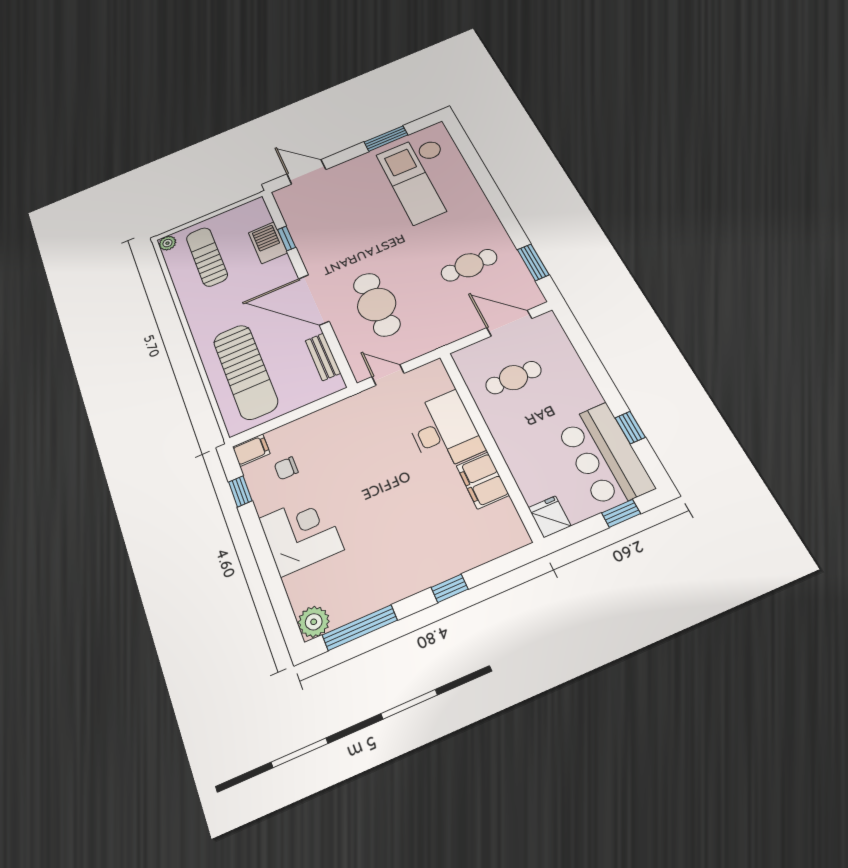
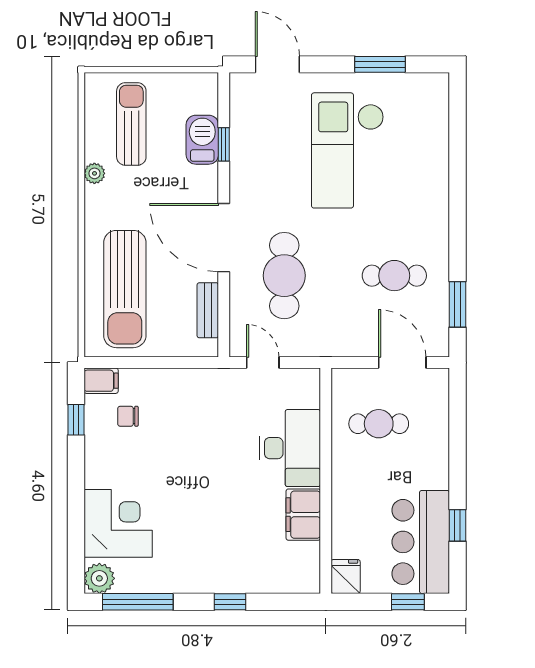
checkout: (423, 178) -> (348, 150), moved
plant: (167, 243) -> (94, 173), moved
corner desk: (301, 534) -> (118, 523), moved

